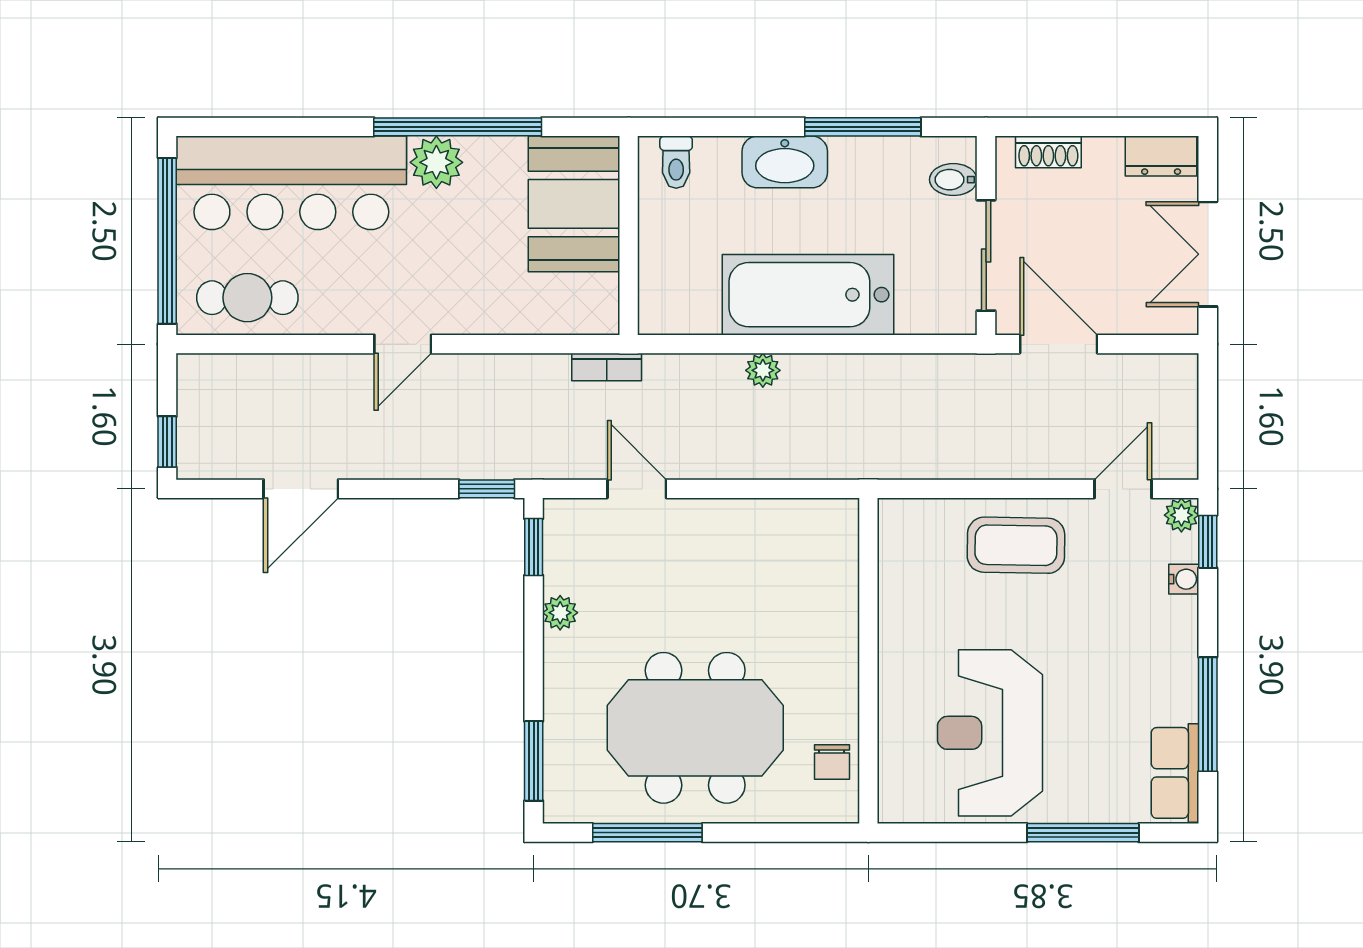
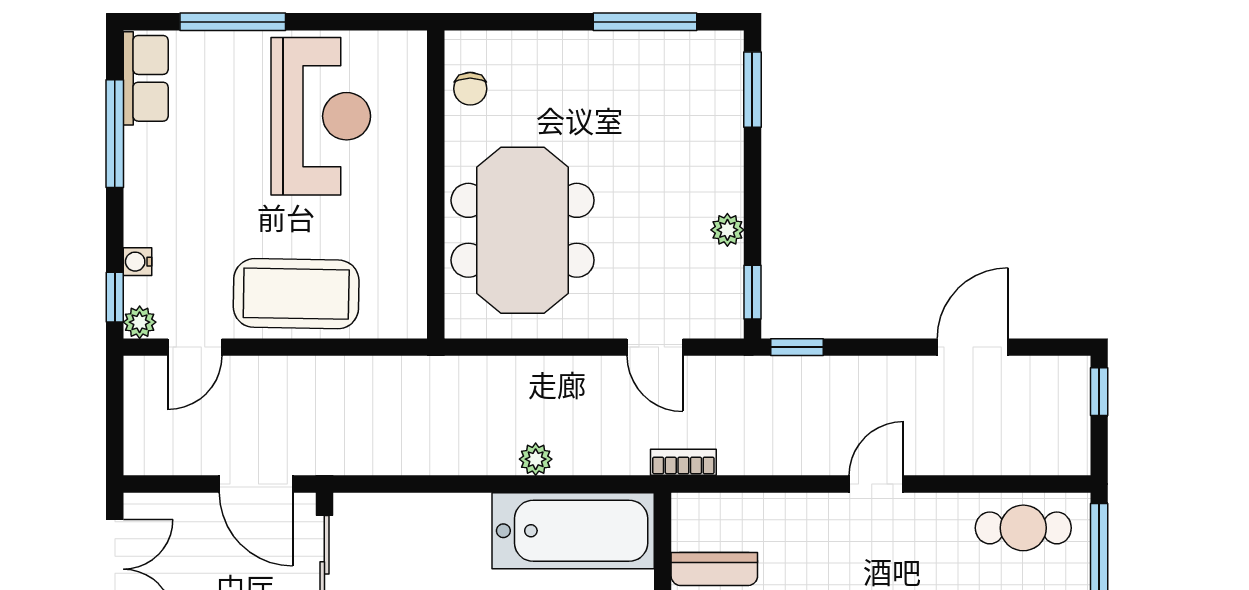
bathtub: (808, 295) -> (573, 531), moved
coffee table: (1016, 545) -> (296, 294), width x1.36, depth x1.32
meeting table: (695, 728) -> (523, 230), moved, turned 90
chair: (832, 762) -> (470, 89), turned 180

